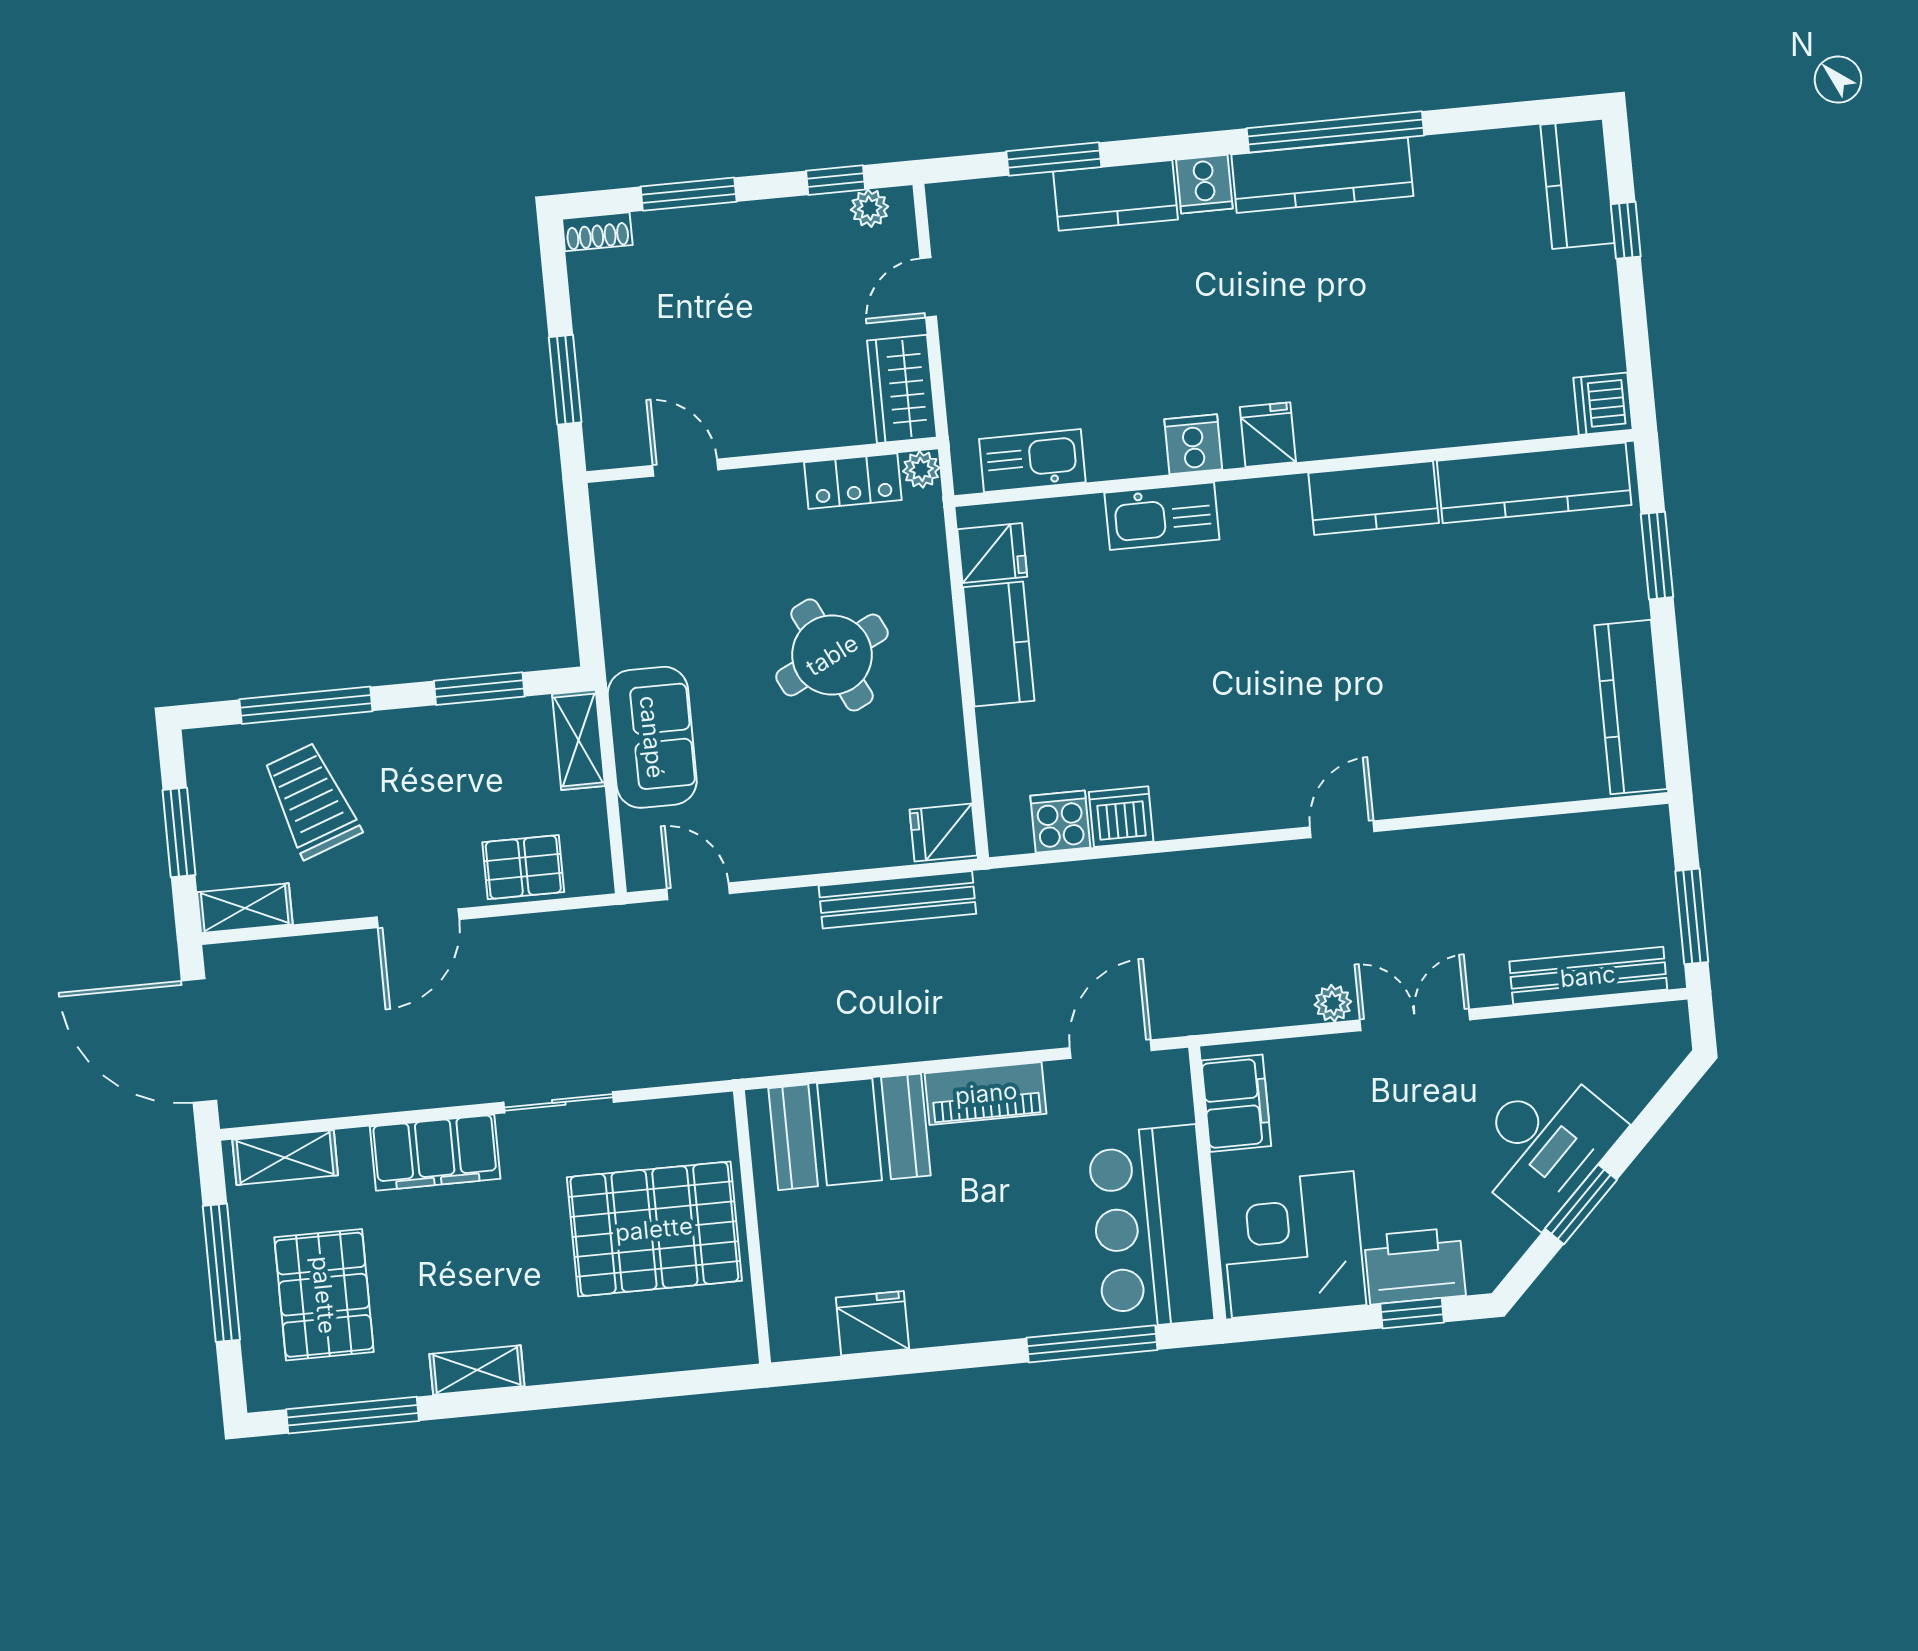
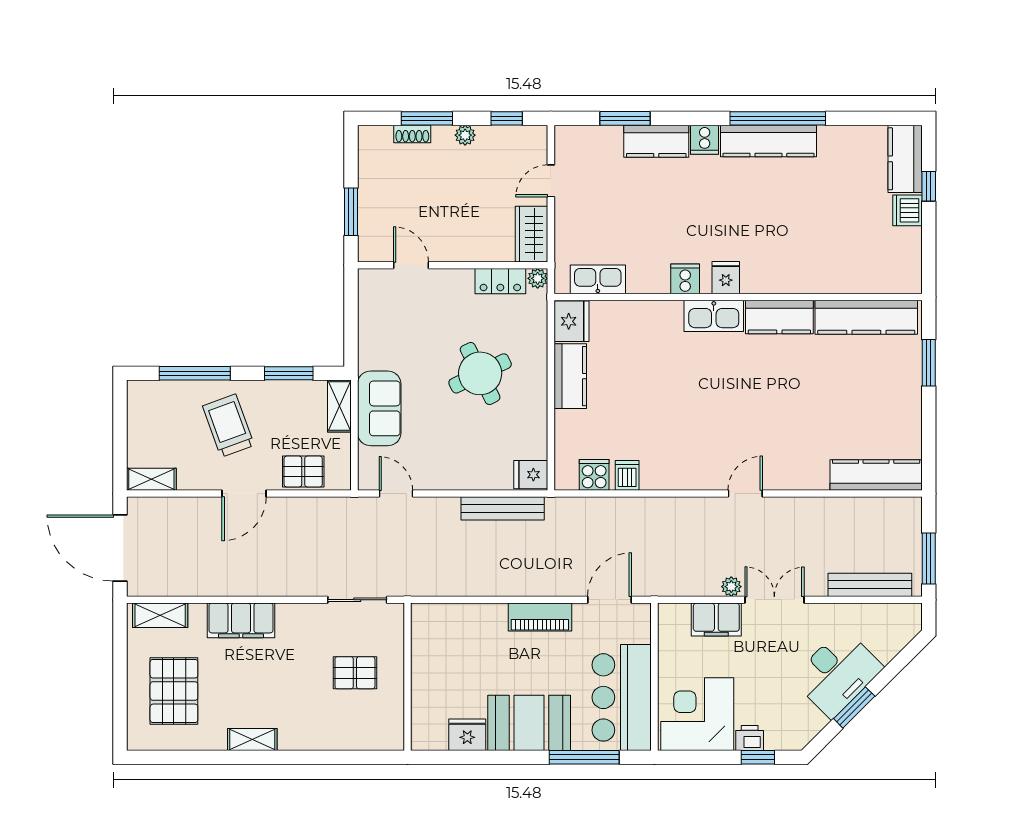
plant: (870, 208) -> (465, 135), moved
shoe rack: (597, 232) -> (412, 134), moved
dishwasher: (1603, 404) -> (907, 210), moved
kitchen sink: (1162, 516) -> (714, 316), moved
fridge: (992, 553) -> (572, 321), width x1.38
kitchen counter: (1631, 707) -> (876, 475), moved, turned 90
trolley: (311, 801) -> (228, 426), moved
dishwasher: (1121, 817) -> (627, 475), width x0.73
window: (179, 832) -> (120, 435), removed
sliding door: (559, 1102) -> (357, 600), moved
filing cabinet: (1236, 1103) -> (716, 620), moved, turned 90
booth: (850, 1132) -> (529, 723), moved
pallet: (654, 1229) -> (355, 673), width x0.49, depth x0.50
printer: (1415, 1266) -> (750, 738), width x0.53, depth x0.68
window: (221, 1273) -> (120, 674), removed
window: (352, 1415) -> (183, 757), removed

